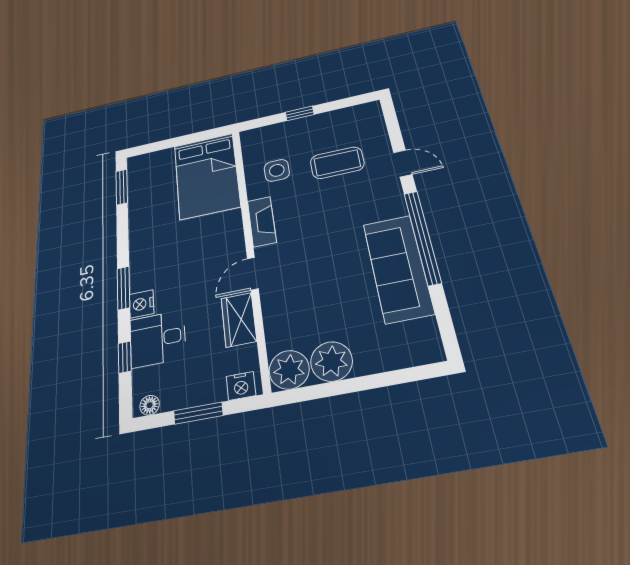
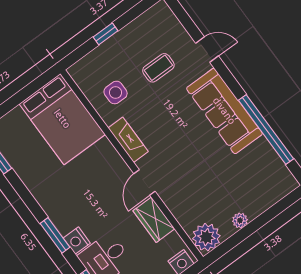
coffee table: (337, 163) -> (158, 68), width x0.73, depth x0.77
window: (422, 237) -> (266, 129), moved
sofa: (398, 268) -> (224, 111), moved
plant: (331, 361) -> (240, 220), width x0.53, depth x0.53

